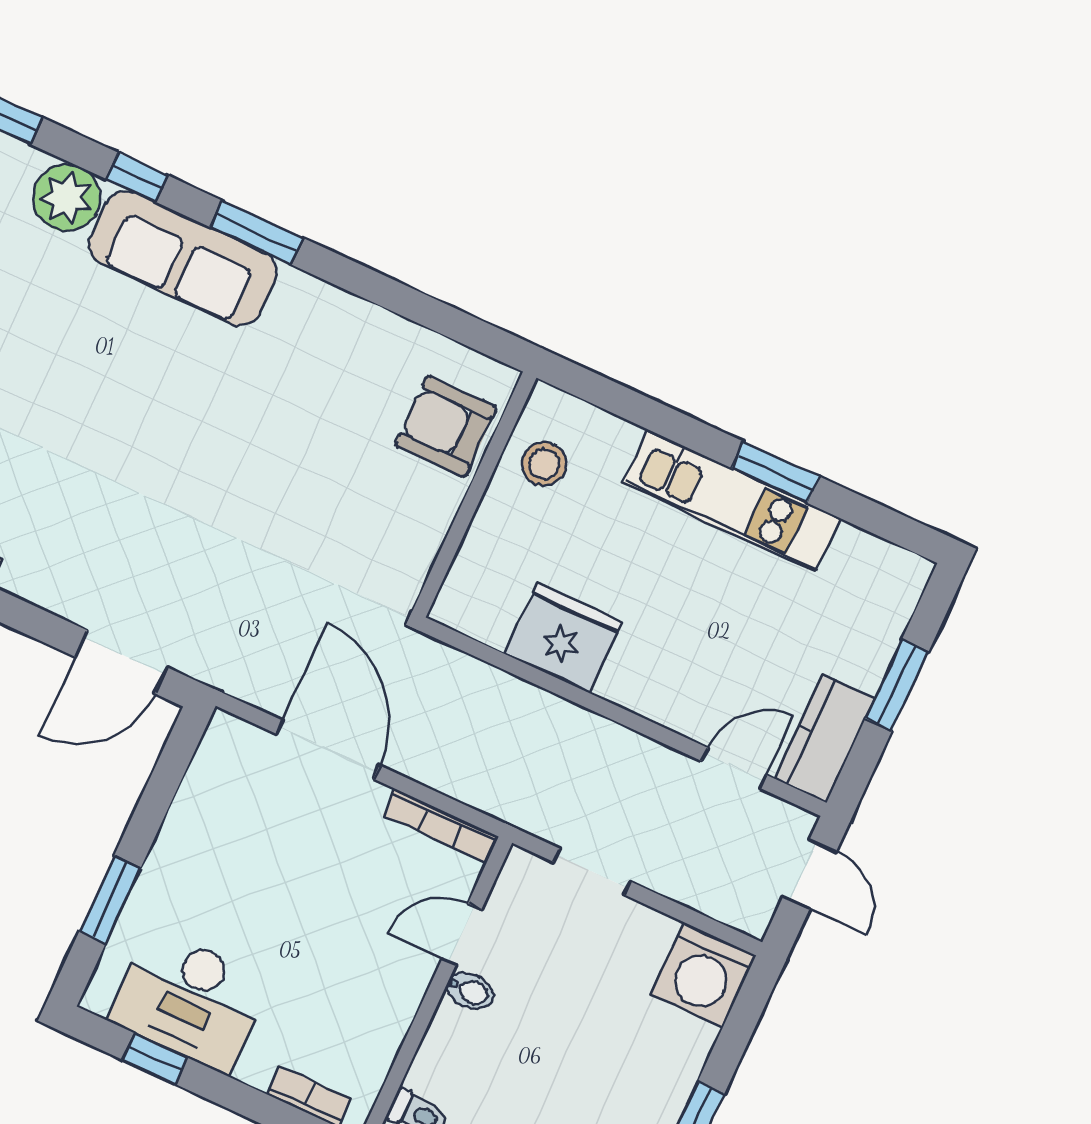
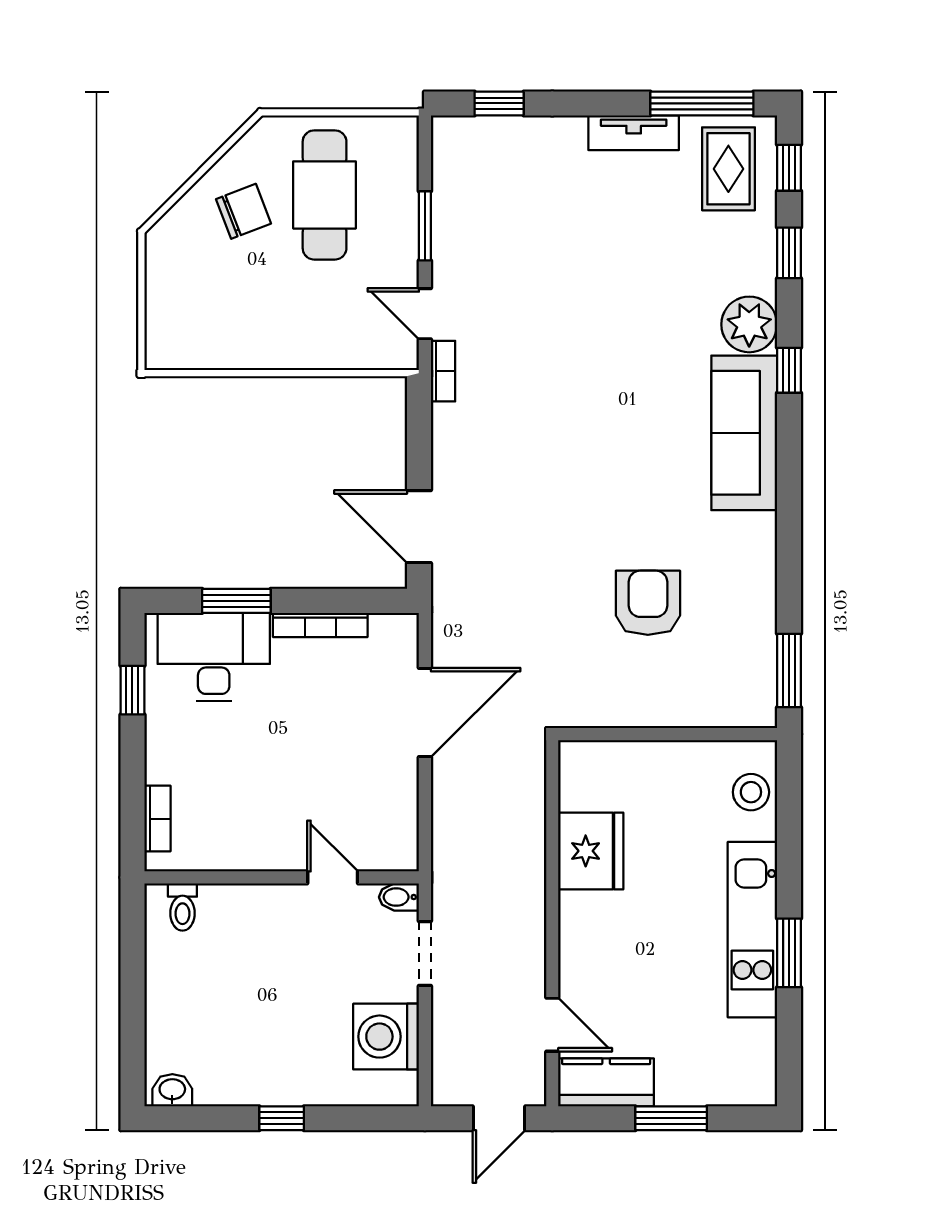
window: (257, 233) -> (789, 671), moved
armchair: (446, 426) -> (648, 603), moved
stool: (544, 464) -> (751, 792), moved
bookcase: (441, 826) -> (320, 625), moved, turned -90
washing machine: (703, 975) -> (386, 1037), moved
bidet: (470, 991) -> (399, 897), moved, turned 90
desk: (190, 1000) -> (214, 657), moved, turned 90

